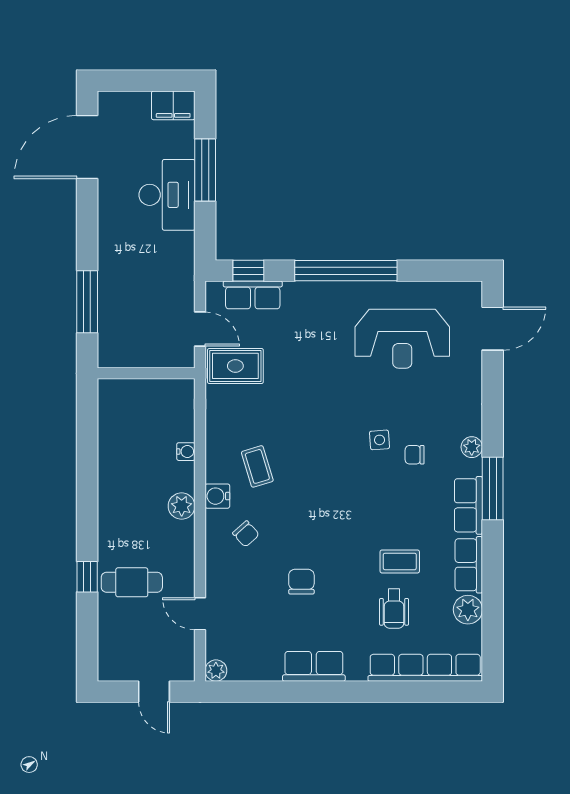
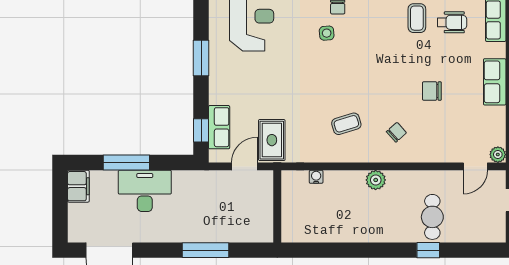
window: (346, 271) -> (201, 58), width x0.47
window: (87, 302) -> (205, 250), moved
water cooler: (186, 452) -> (316, 177), moved
water cooler: (217, 496) -> (368, 153), removed
door: (200, 614) -> (475, 166), moved

